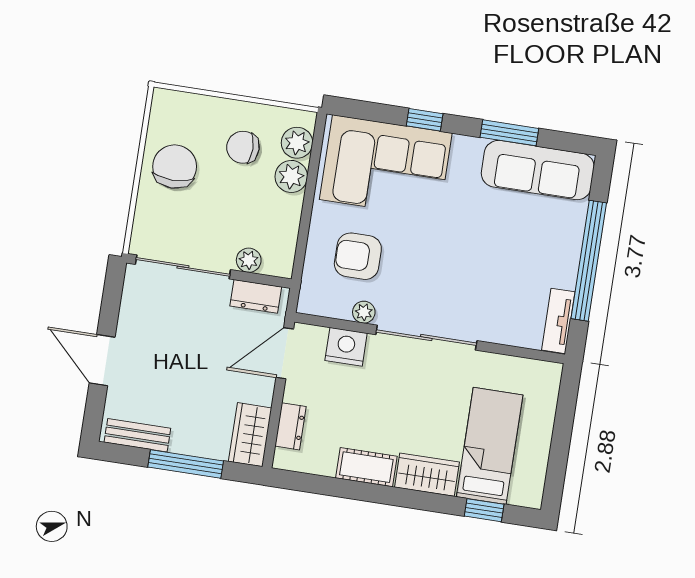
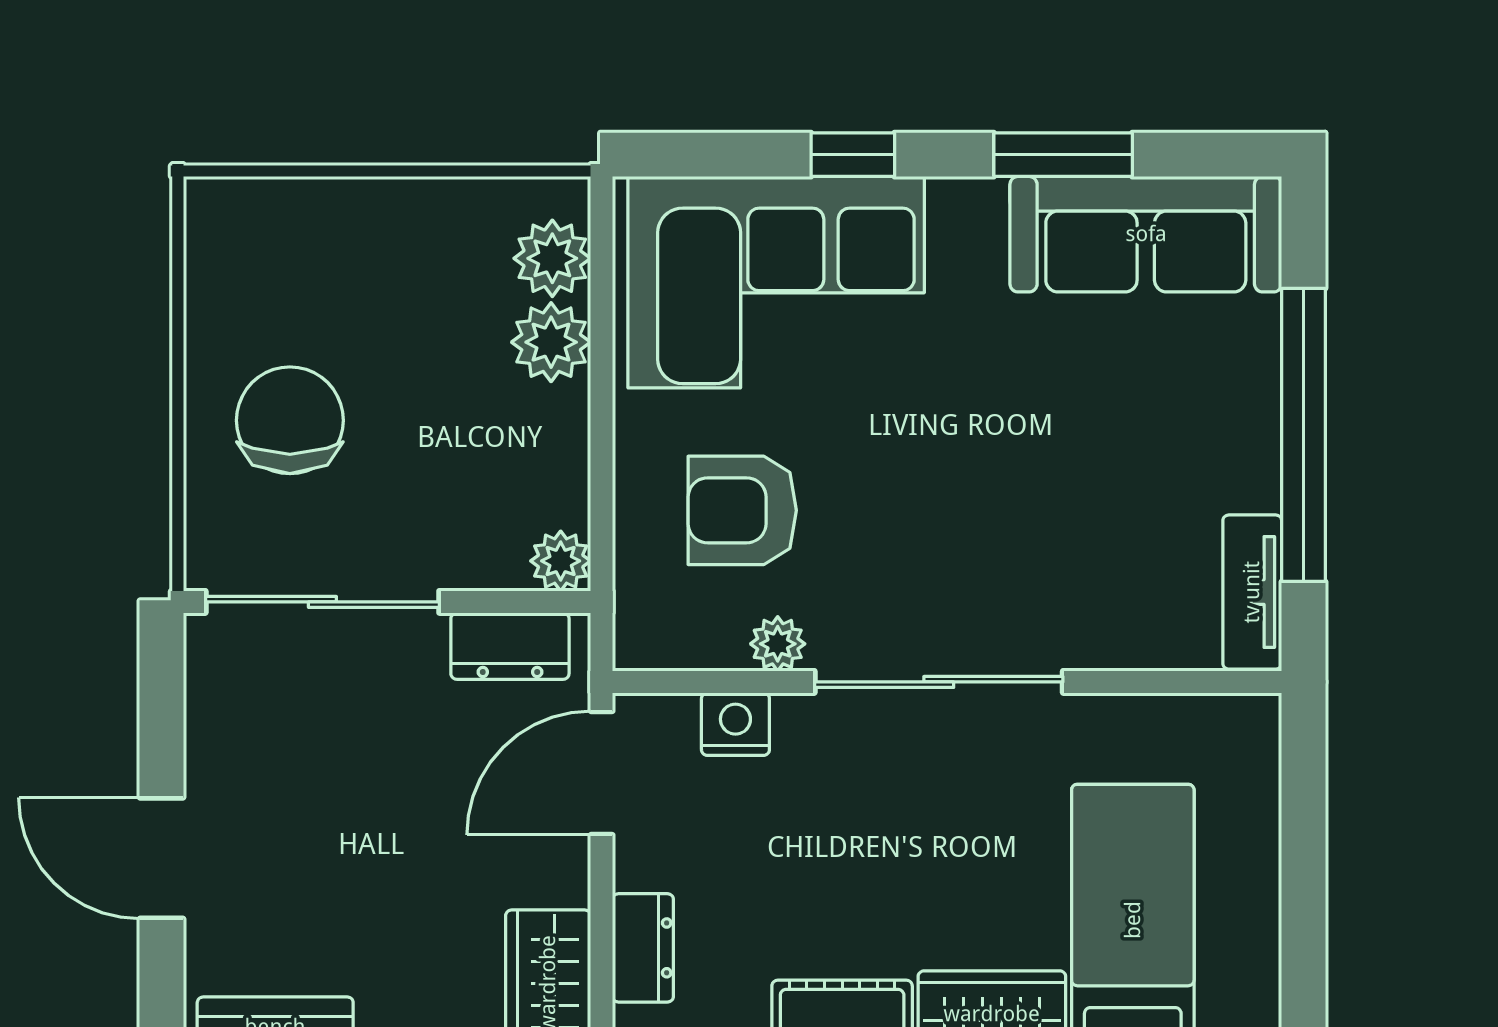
chair: (243, 147) -> (423, 290), removed
chair: (175, 167) -> (290, 420), moved
plant: (249, 260) -> (561, 561), moved
nightstand: (346, 347) -> (735, 724), width x0.74, depth x0.75

